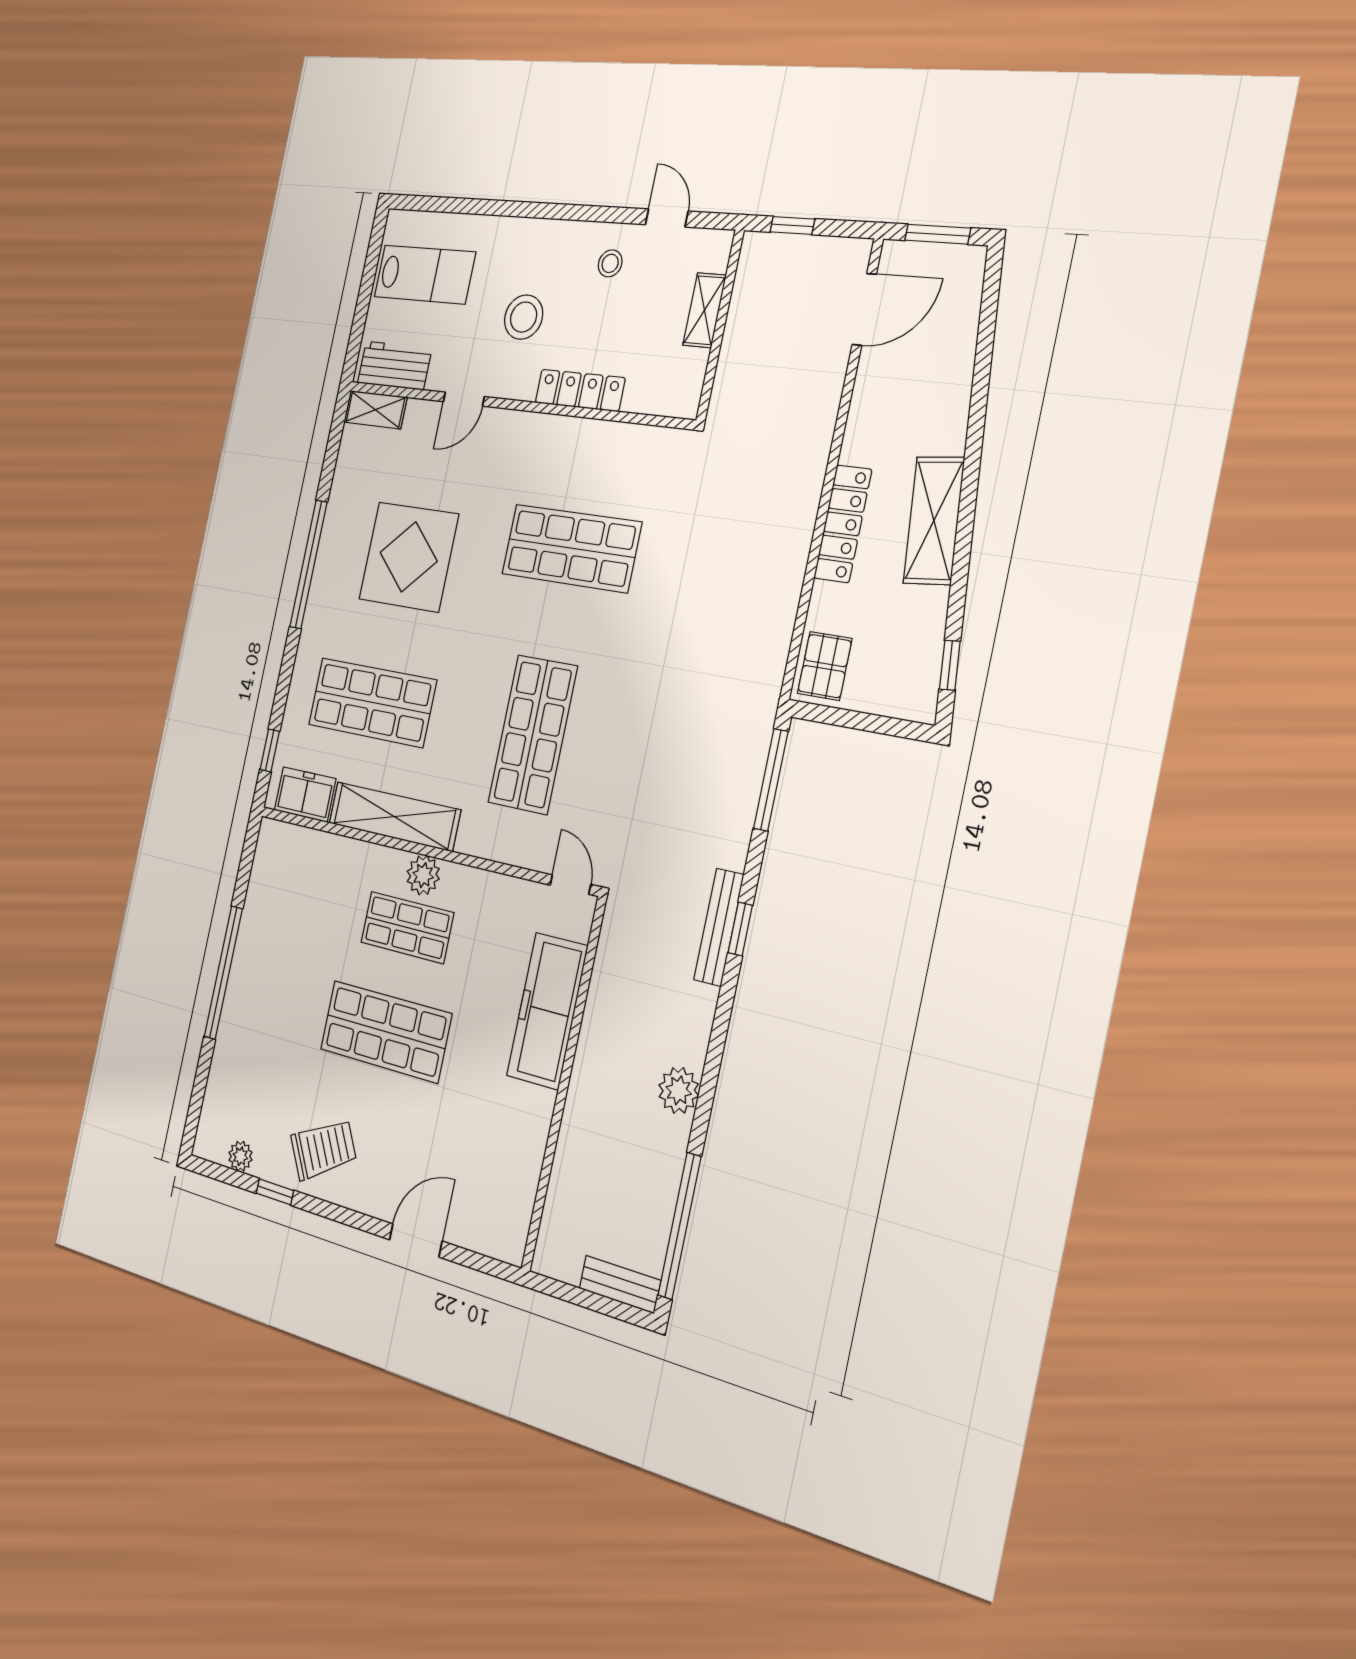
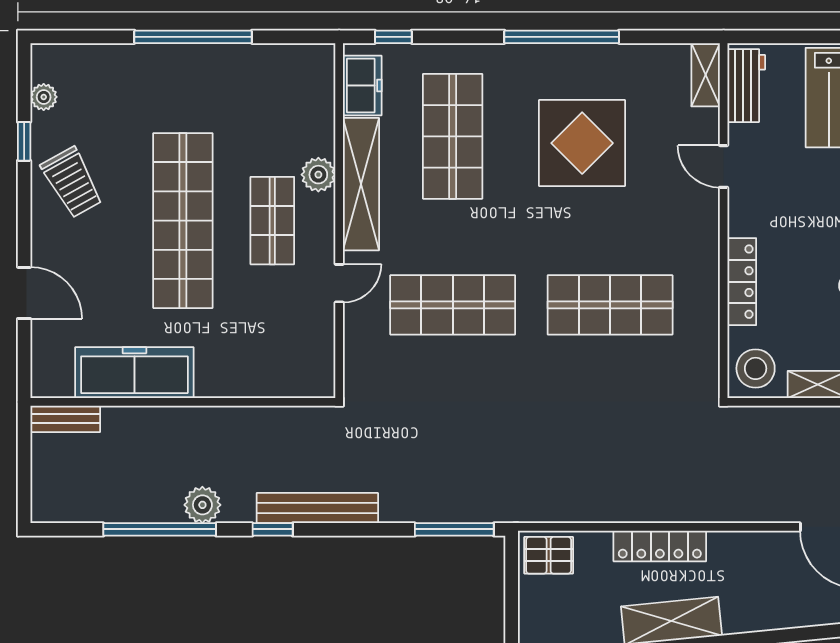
stool: (524, 317) -> (756, 368), moved
shop shelf: (571, 548) -> (610, 305), turned 90
plant: (423, 875) -> (318, 175), moved
door: (570, 885) -> (339, 283), moved
bench: (719, 927) -> (317, 508), width x1.37, depth x1.21
window: (740, 929) -> (273, 529), moved
freezer: (547, 1011) -> (134, 373), moved
shop shelf: (386, 1032) -> (183, 221), width x1.40
window: (680, 1226) -> (160, 529), moved
bench: (620, 1284) -> (65, 419), moved, turned 90

